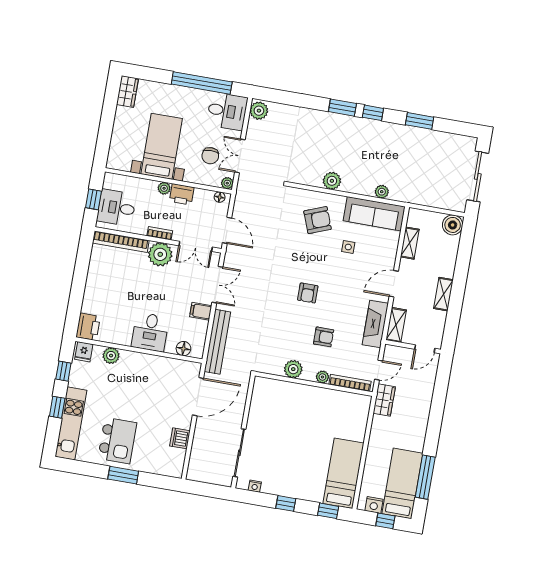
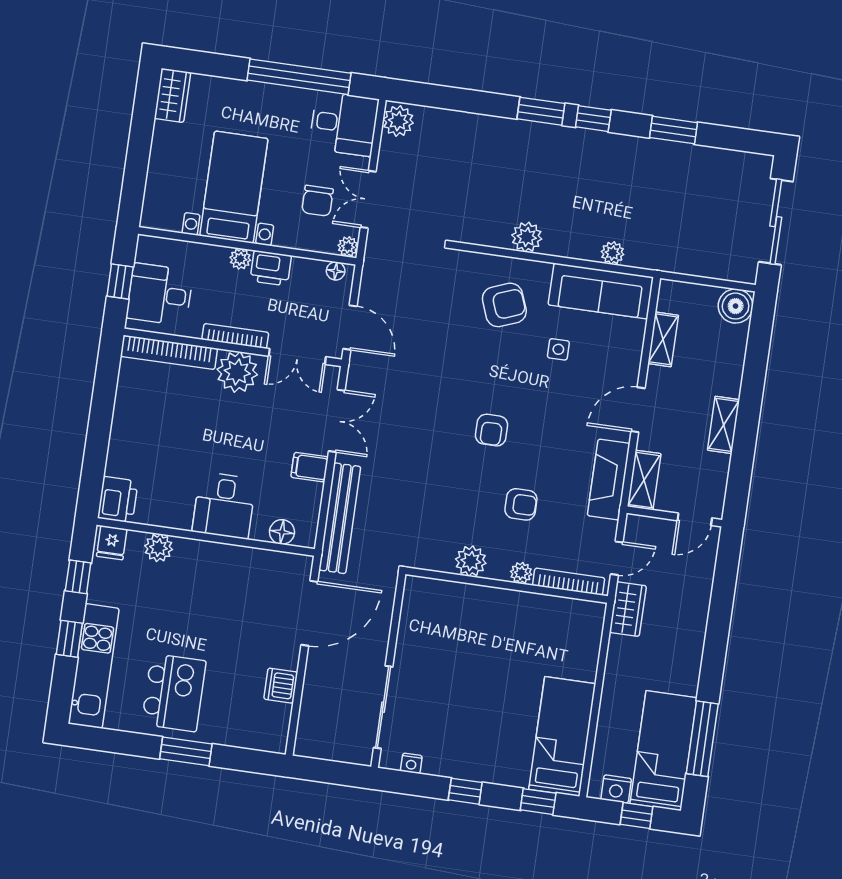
bookcase: (160, 233) -> (235, 336), width x1.56

